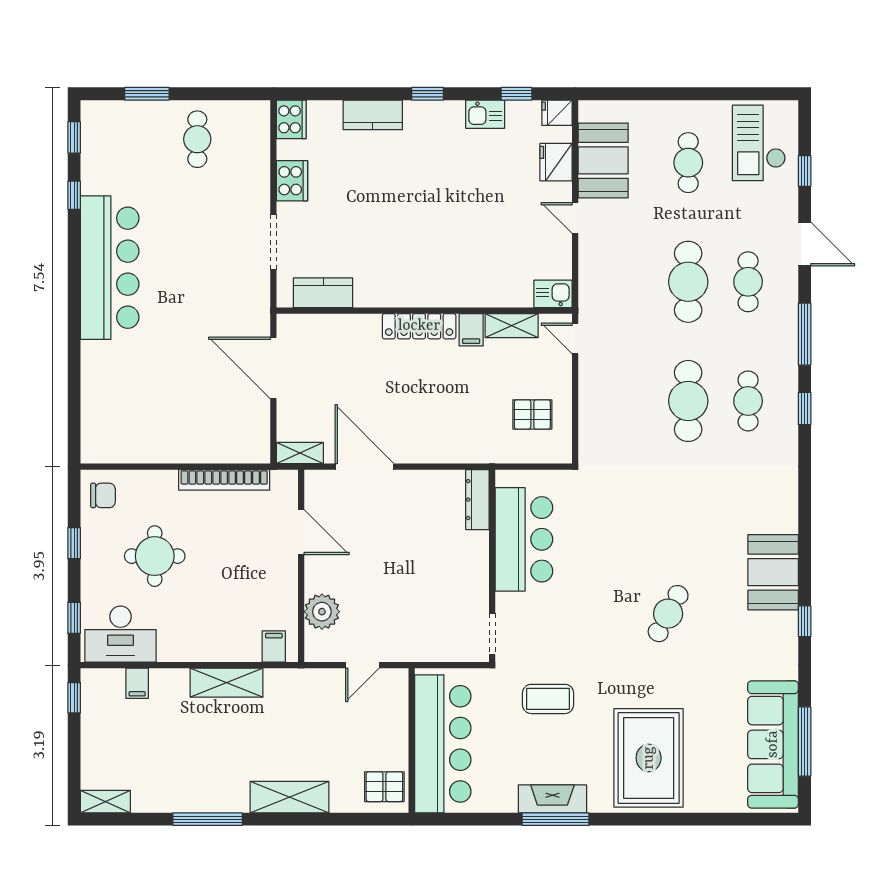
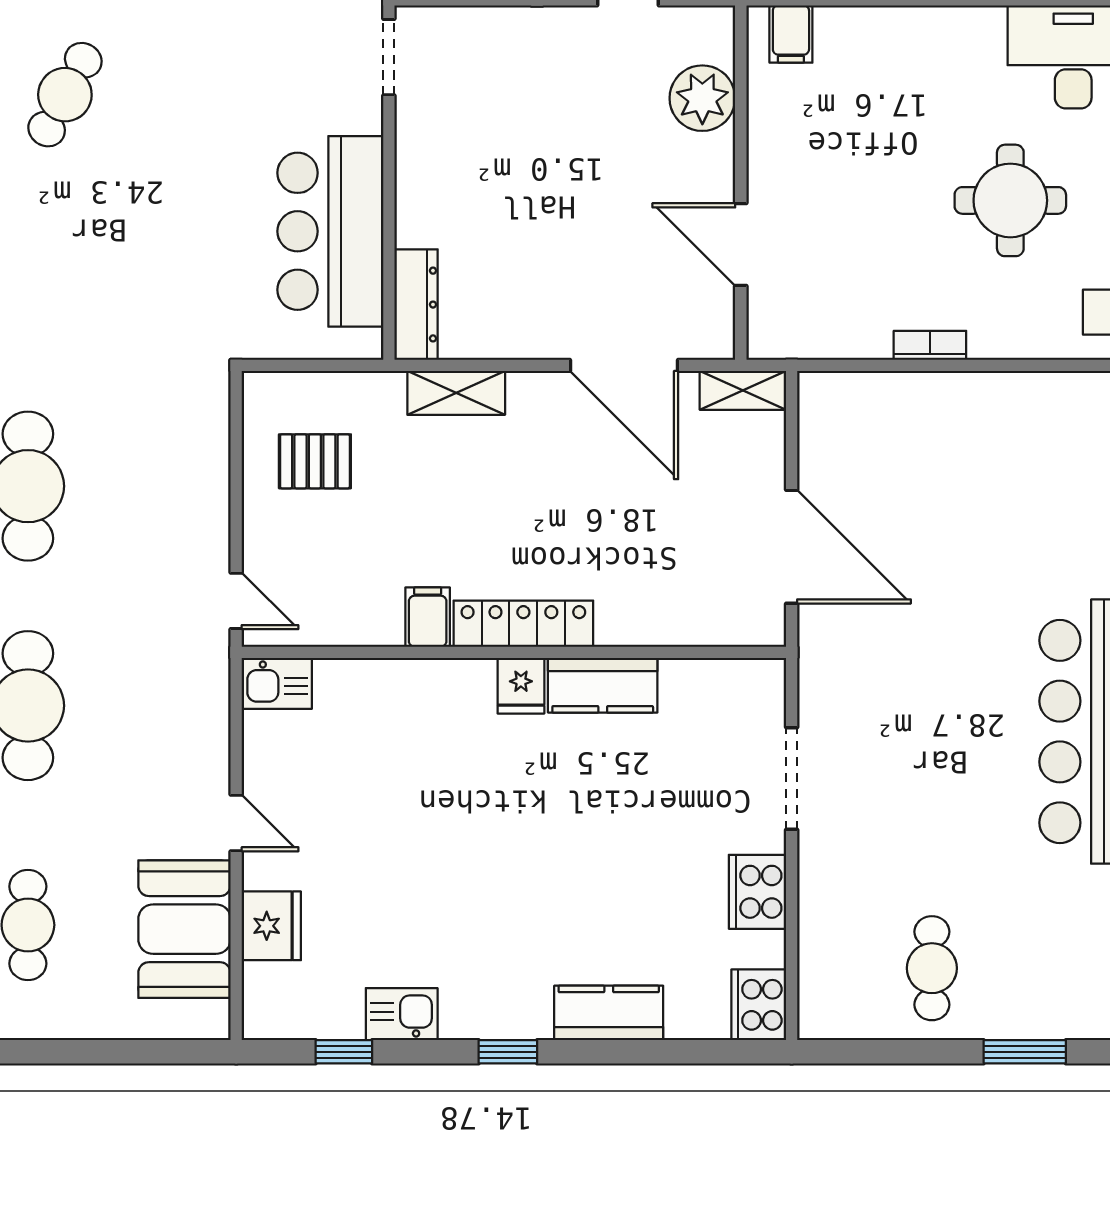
fridge: (557, 113) -> (521, 686), moved, turned 90
kitchen counter: (323, 293) -> (603, 685), moved
shelving: (512, 326) -> (456, 393), moved
bookcase: (224, 480) -> (930, 345), width x0.43, depth x0.76

